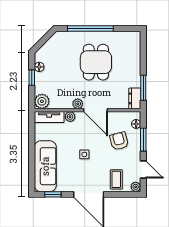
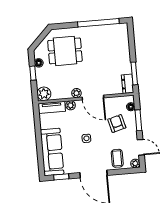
window: (90, 29) -> (98, 23), moved
dining table: (96, 62) -> (65, 51), moved, turned 90

